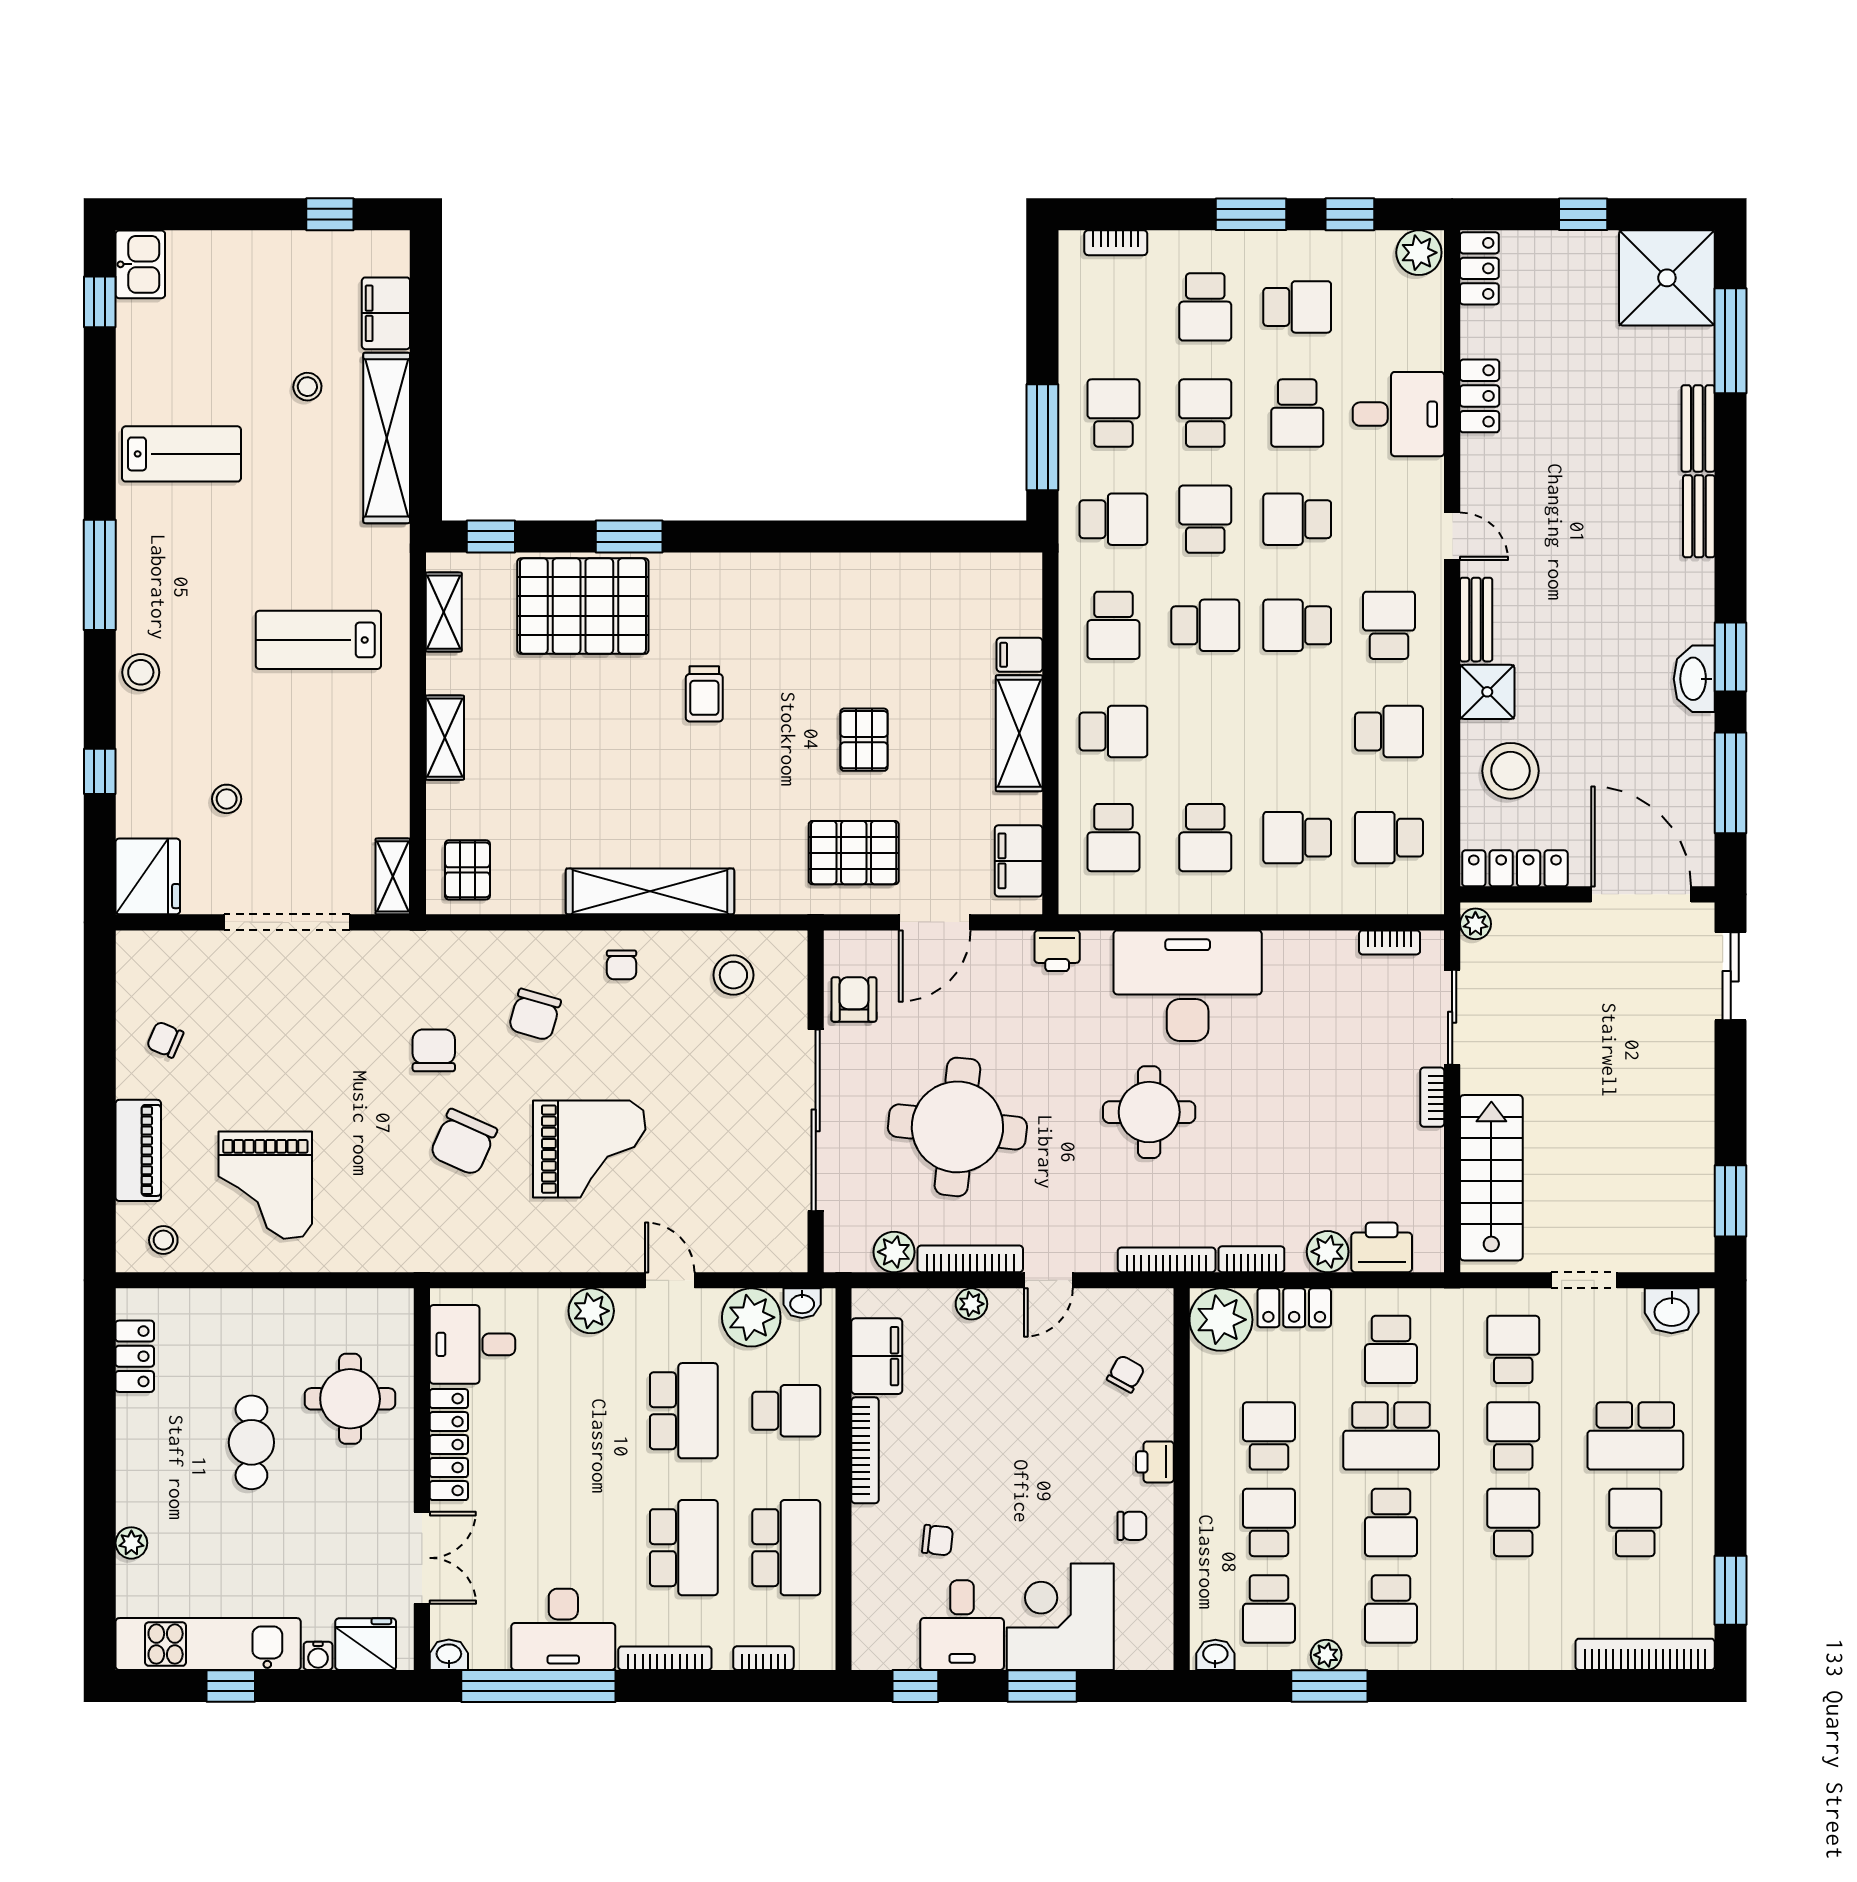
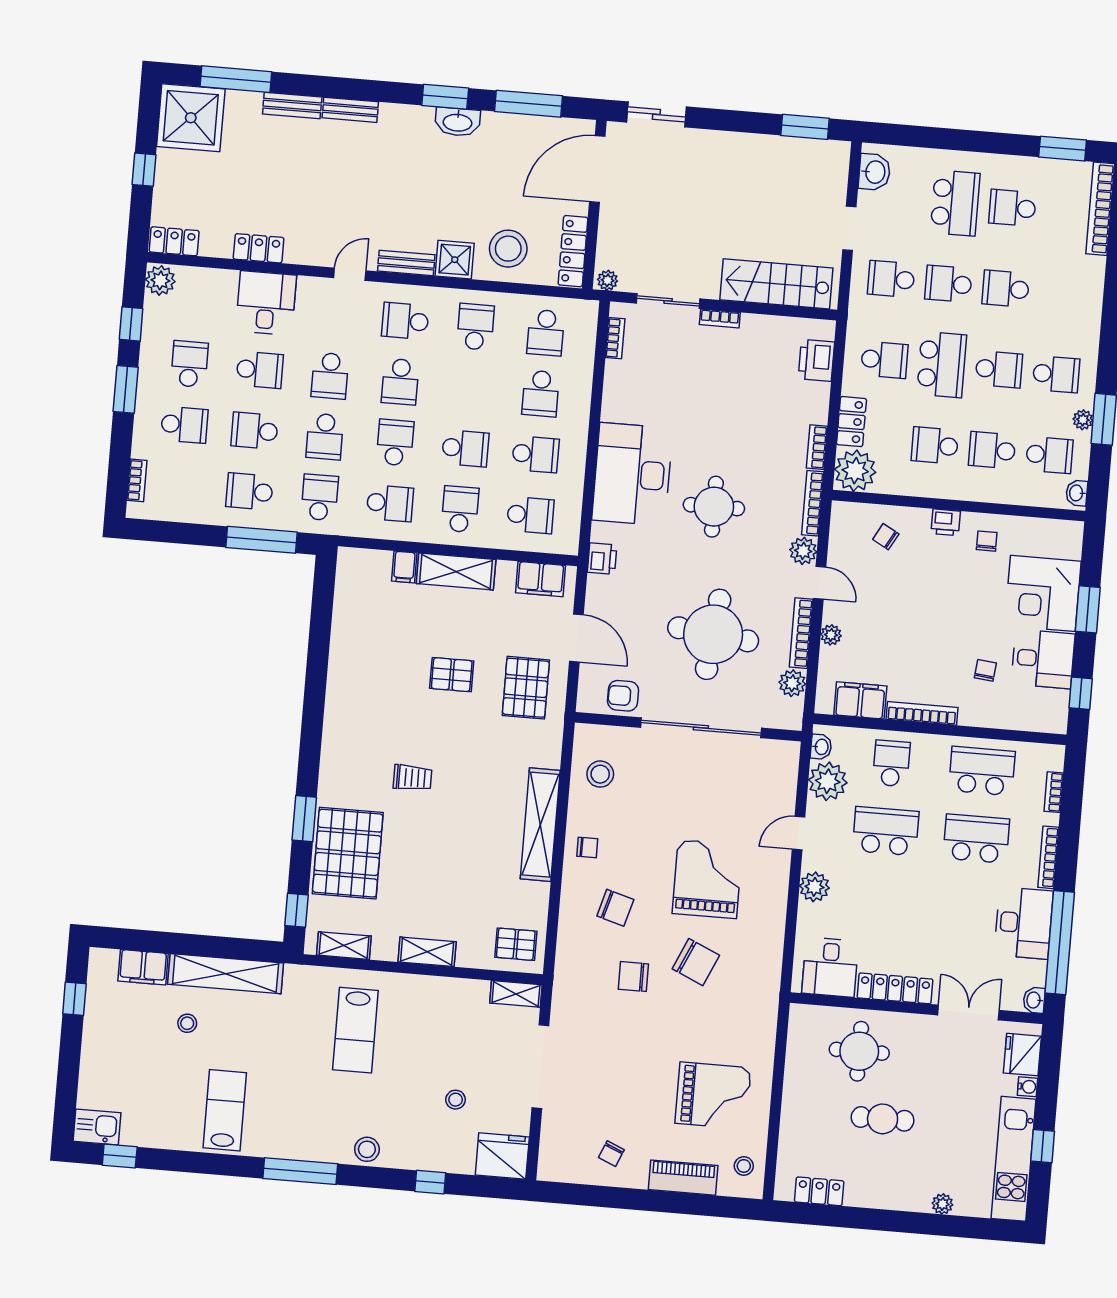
school desk: (1205, 519) -> (325, 437), turned -90
school desk: (1205, 731) -> (465, 448), added
plant: (1328, 1252) -> (803, 551), moved

